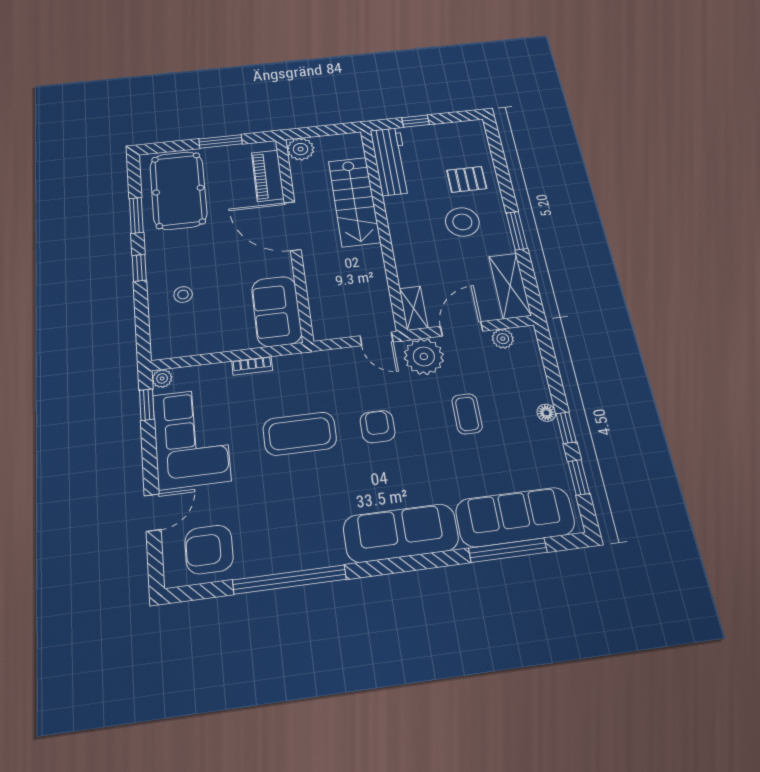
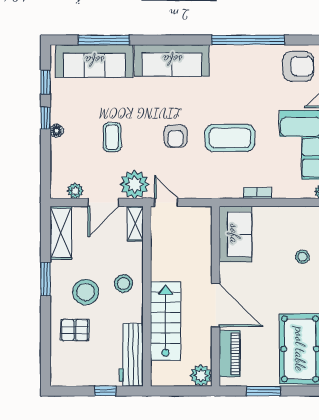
stool: (416, 237) -> (123, 284), added

